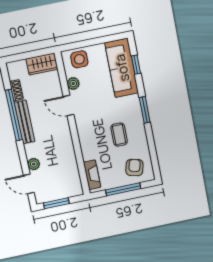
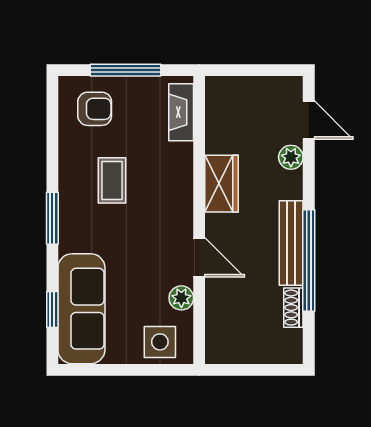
wardrobe: (42, 64) -> (222, 184), moved, turned 90
armchair: (134, 168) -> (95, 109), turned -104
window: (56, 203) -> (263, 70), removed

